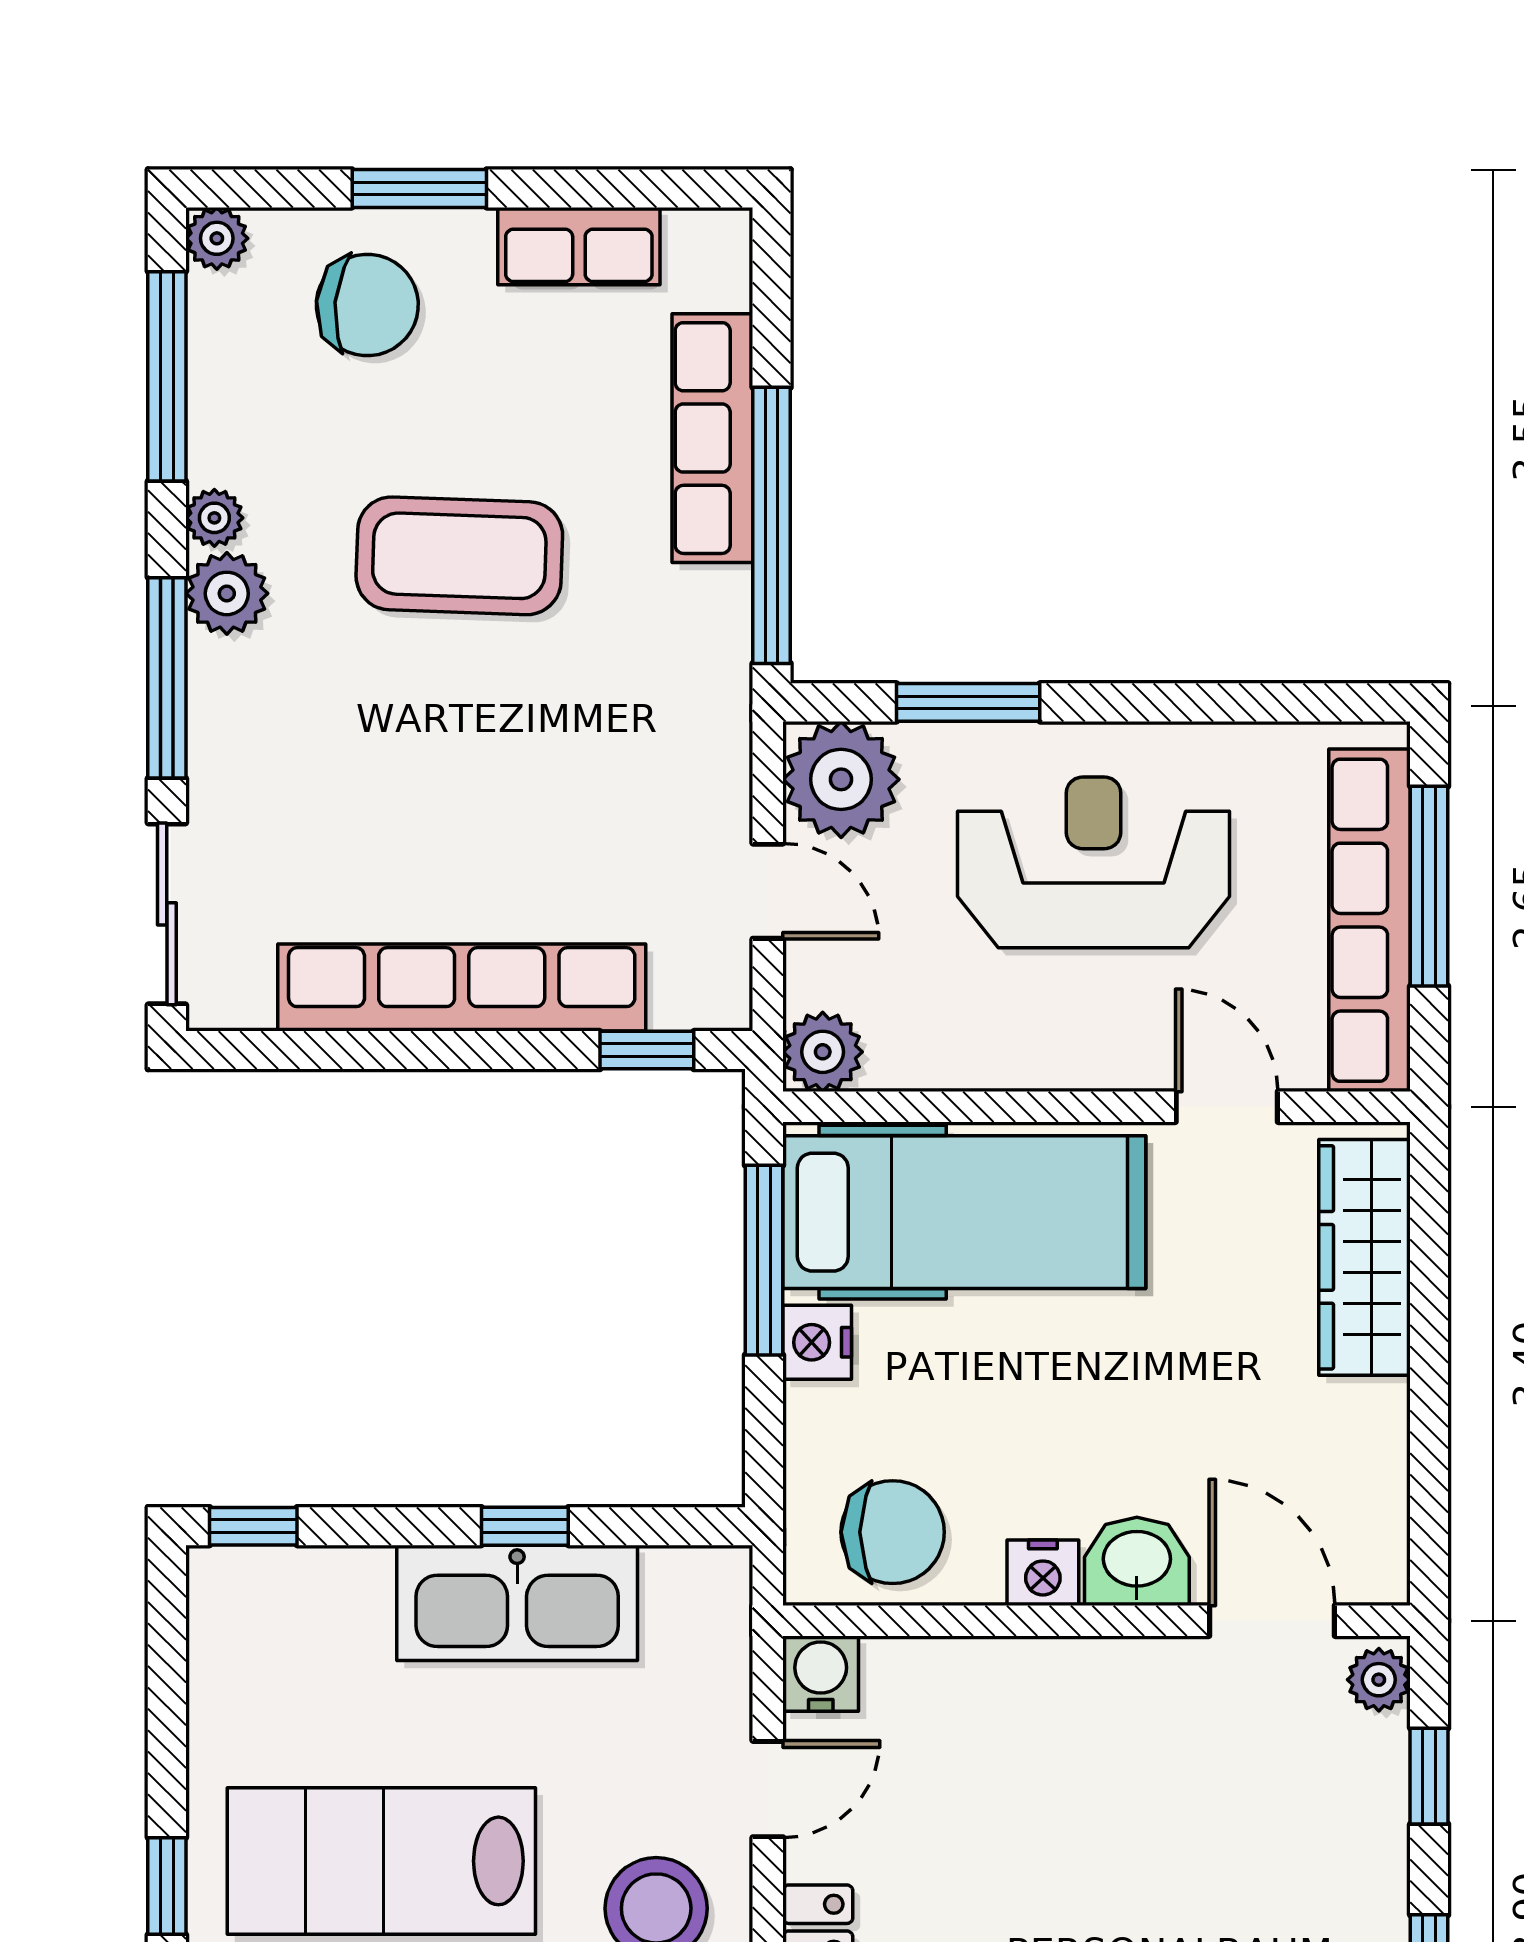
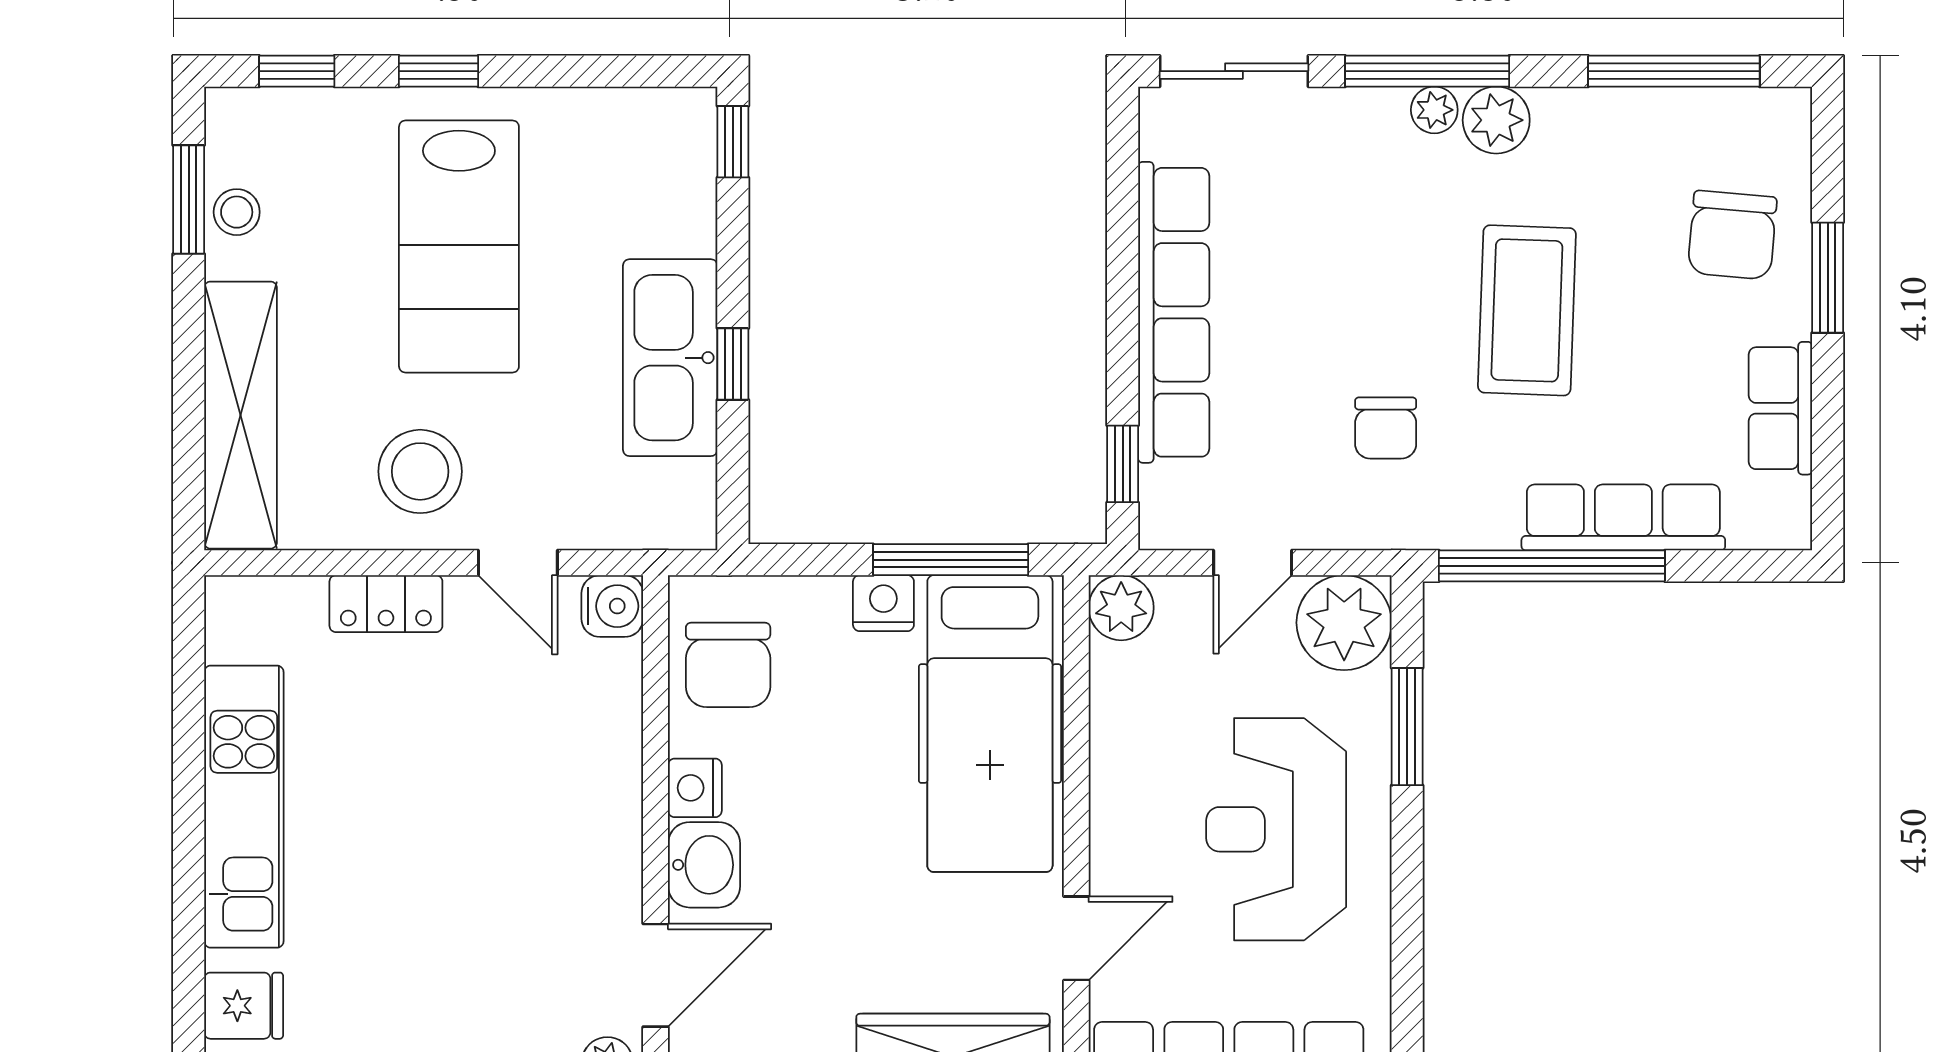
plant: (217, 238) -> (1787, 112), removed
plant: (214, 518) -> (1434, 110), moved
chair: (603, 729) -> (1386, 428), added
reception desk: (1093, 862) -> (1276, 829), turned 180
lab bench: (381, 1861) -> (459, 247), turned 180

